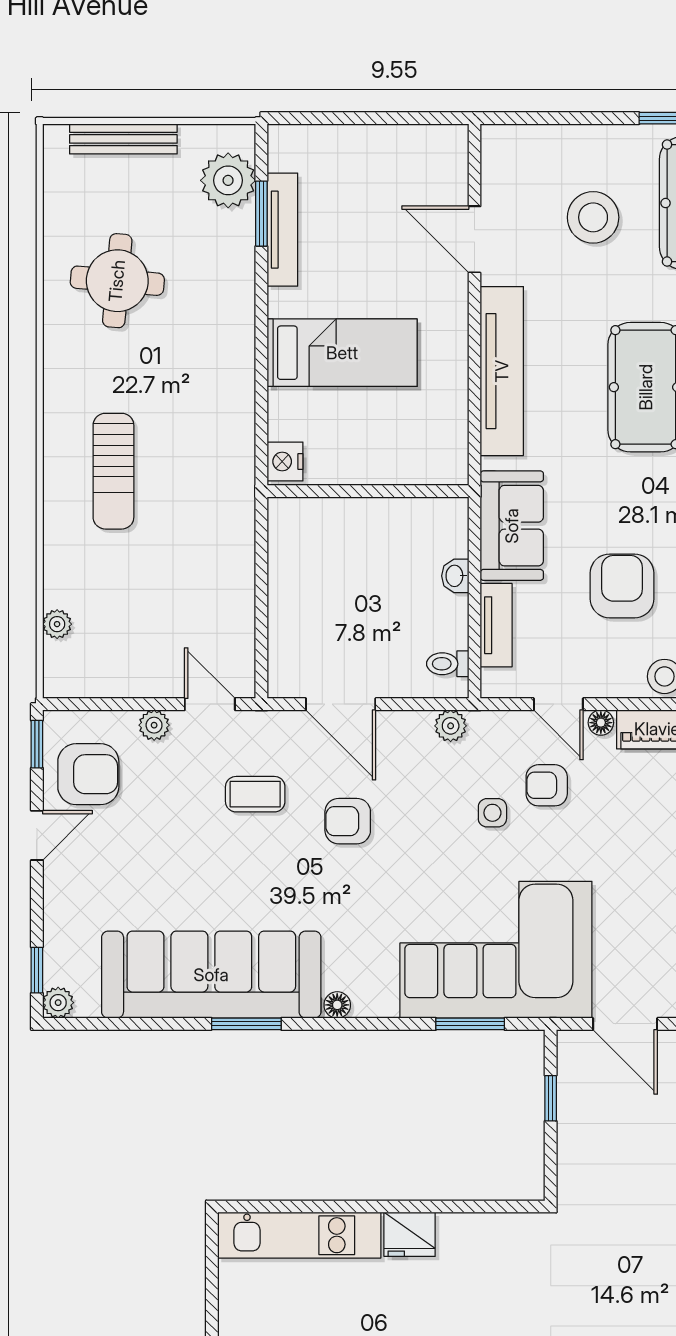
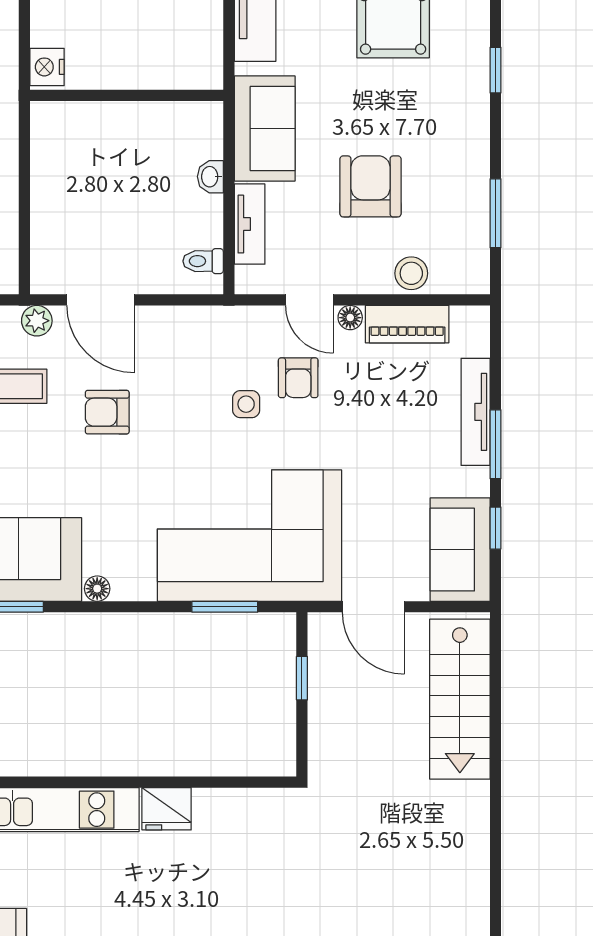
plant: (451, 726) -> (37, 321), moved
armchair: (547, 785) -> (298, 378), turned -90

